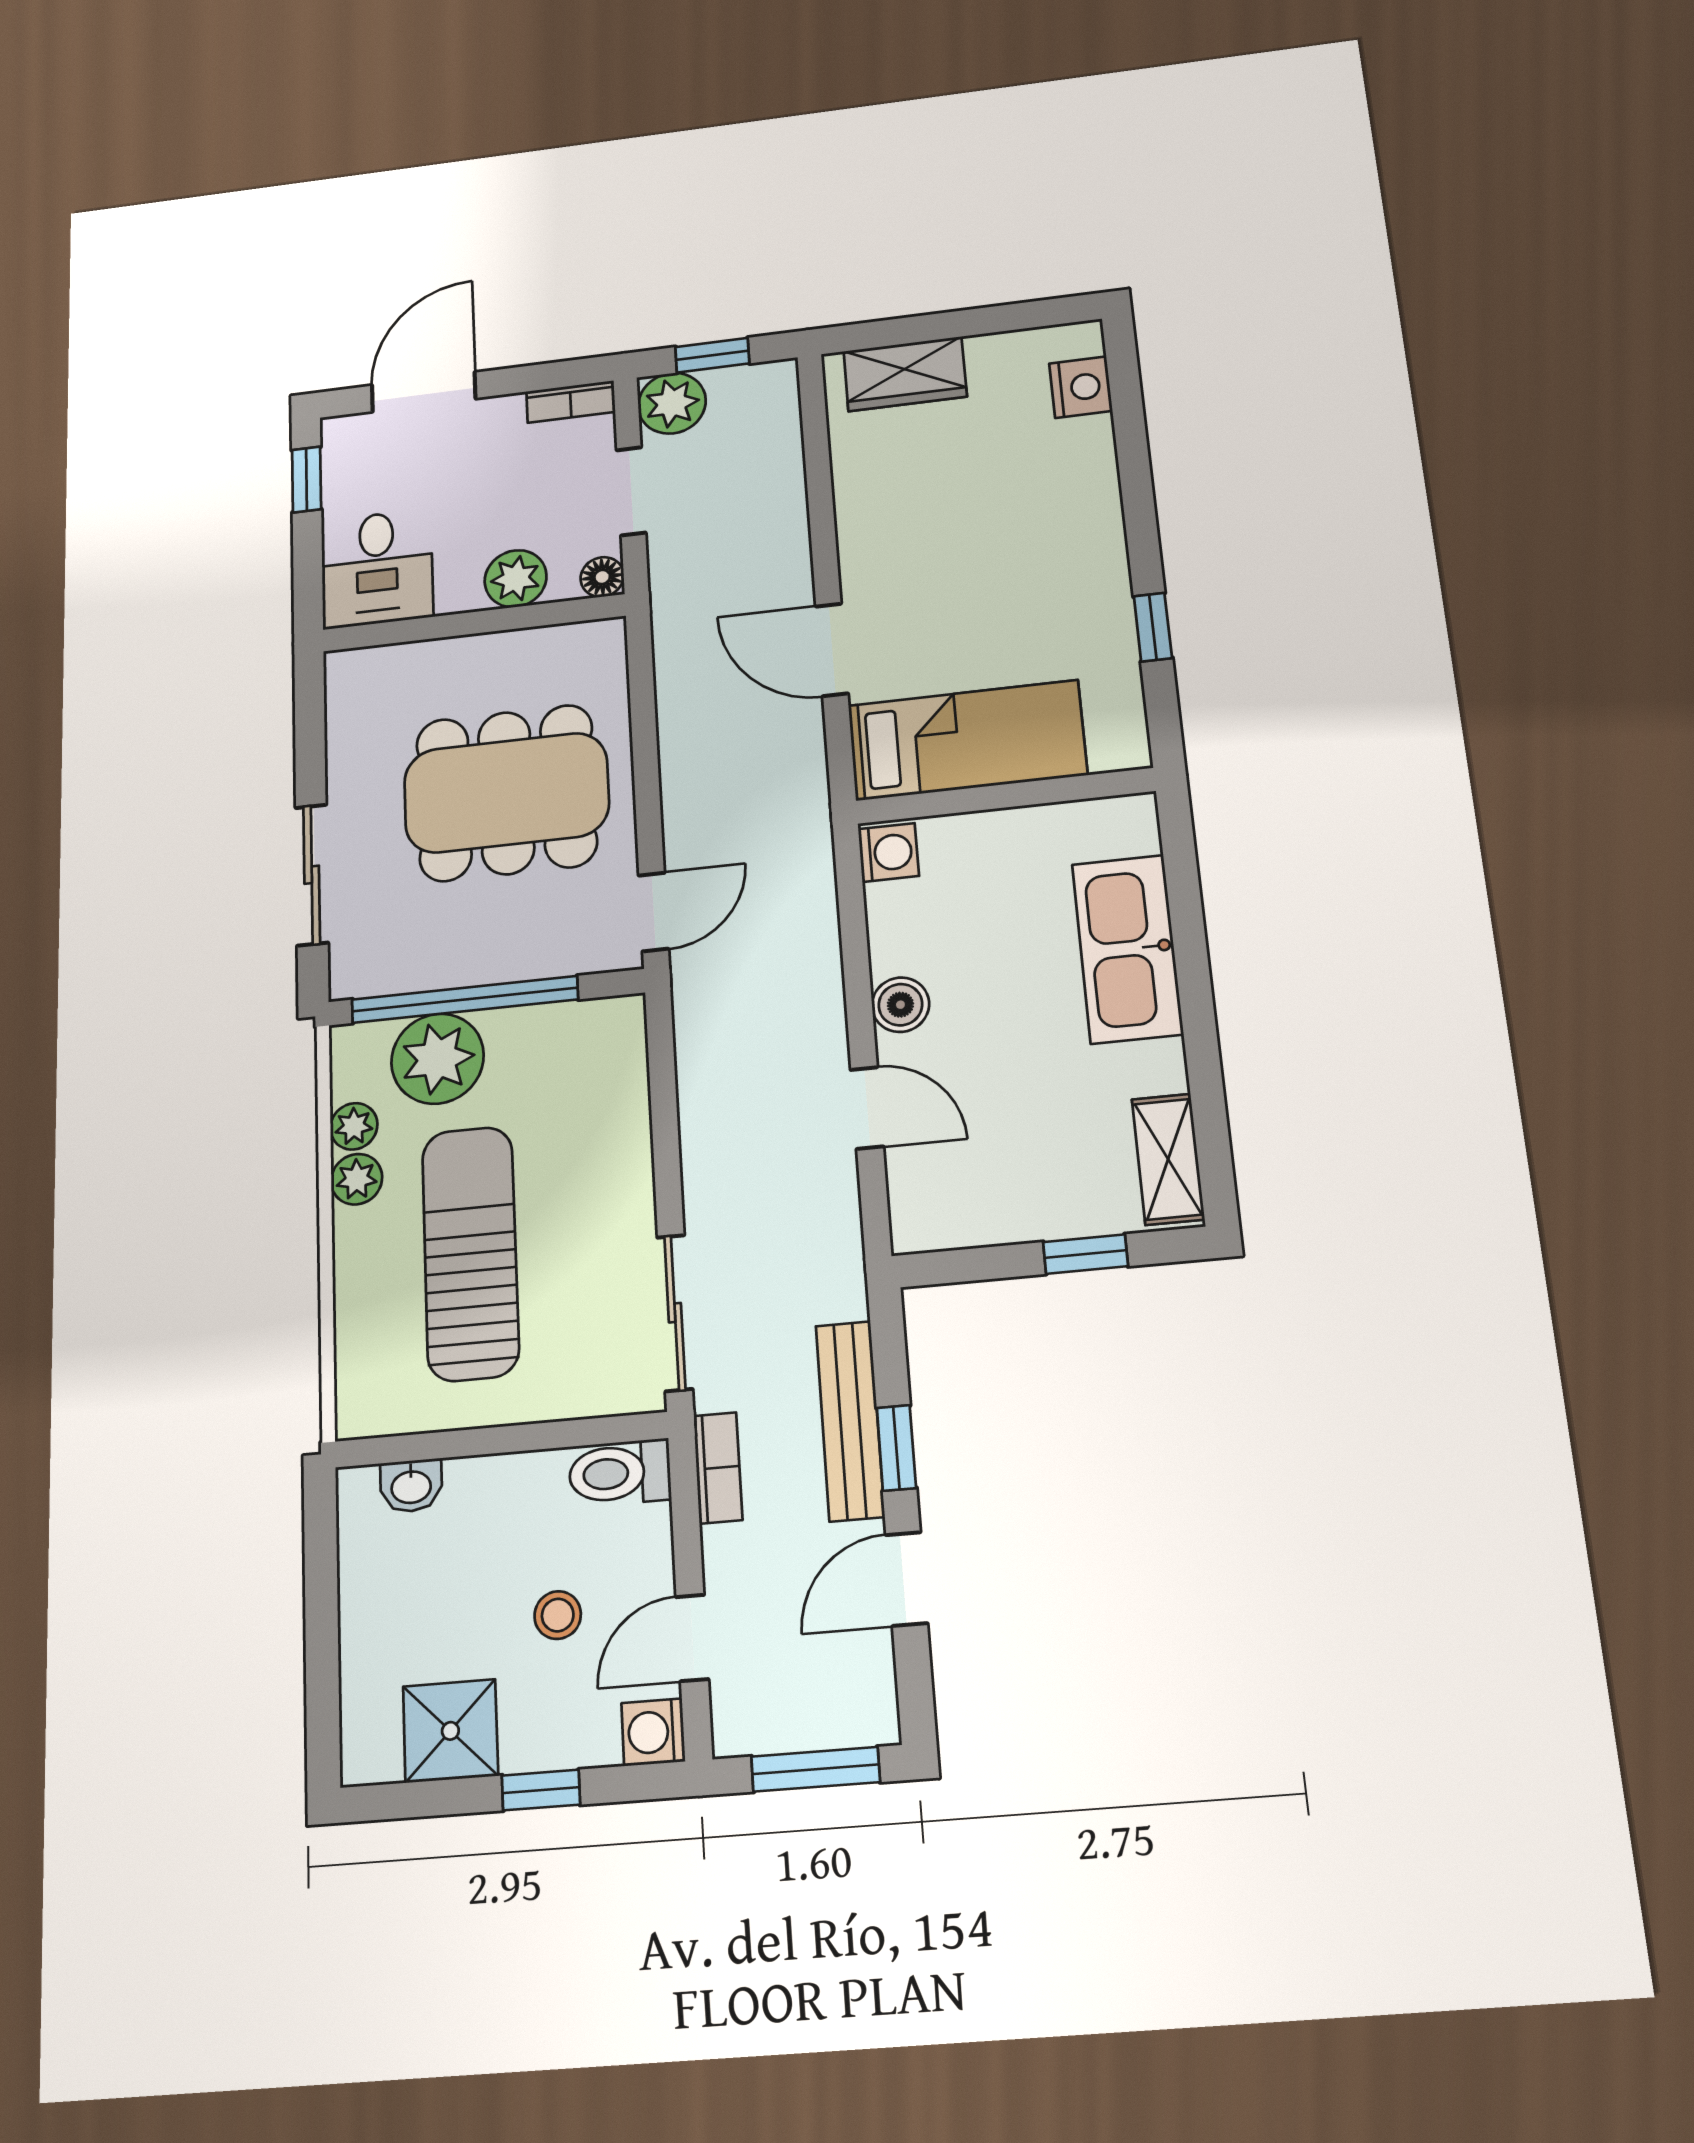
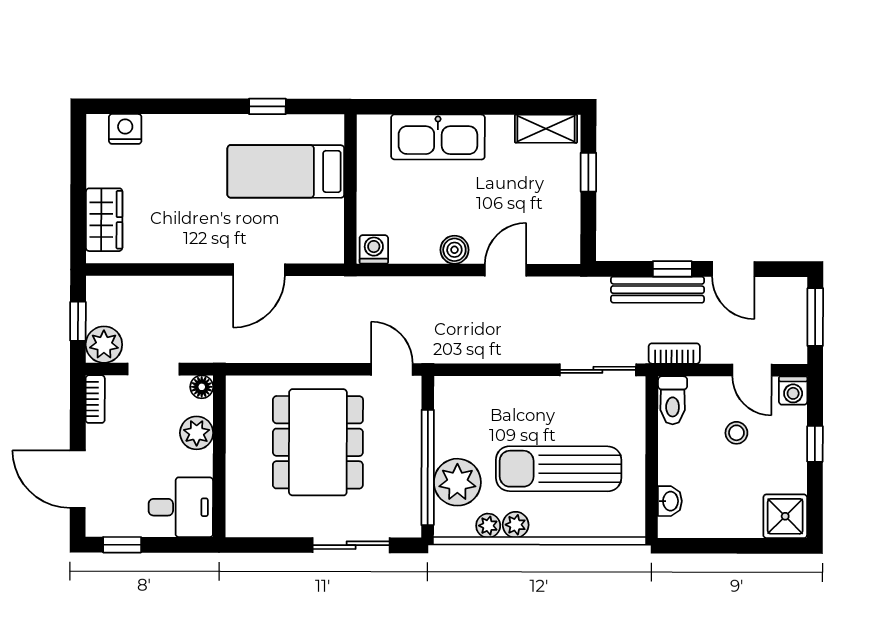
bed: (967, 740) -> (286, 171), moved, turned -90
shower: (450, 1731) -> (785, 516), moved

